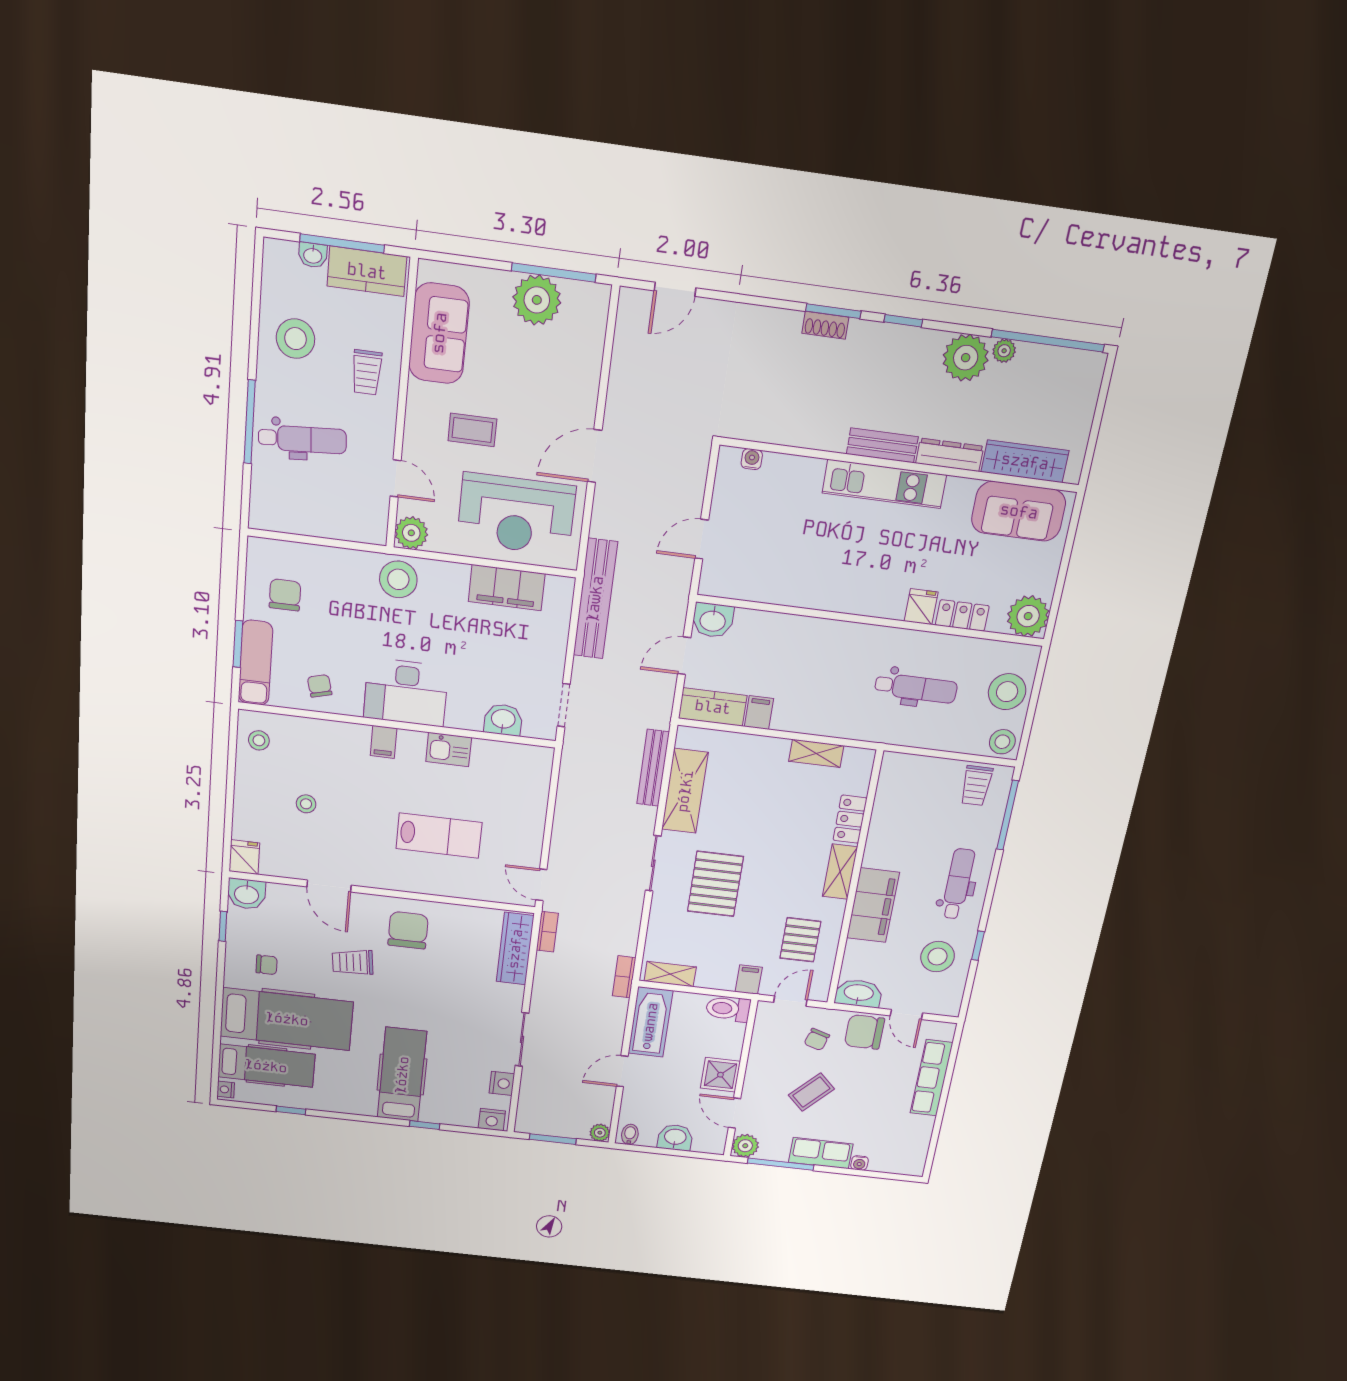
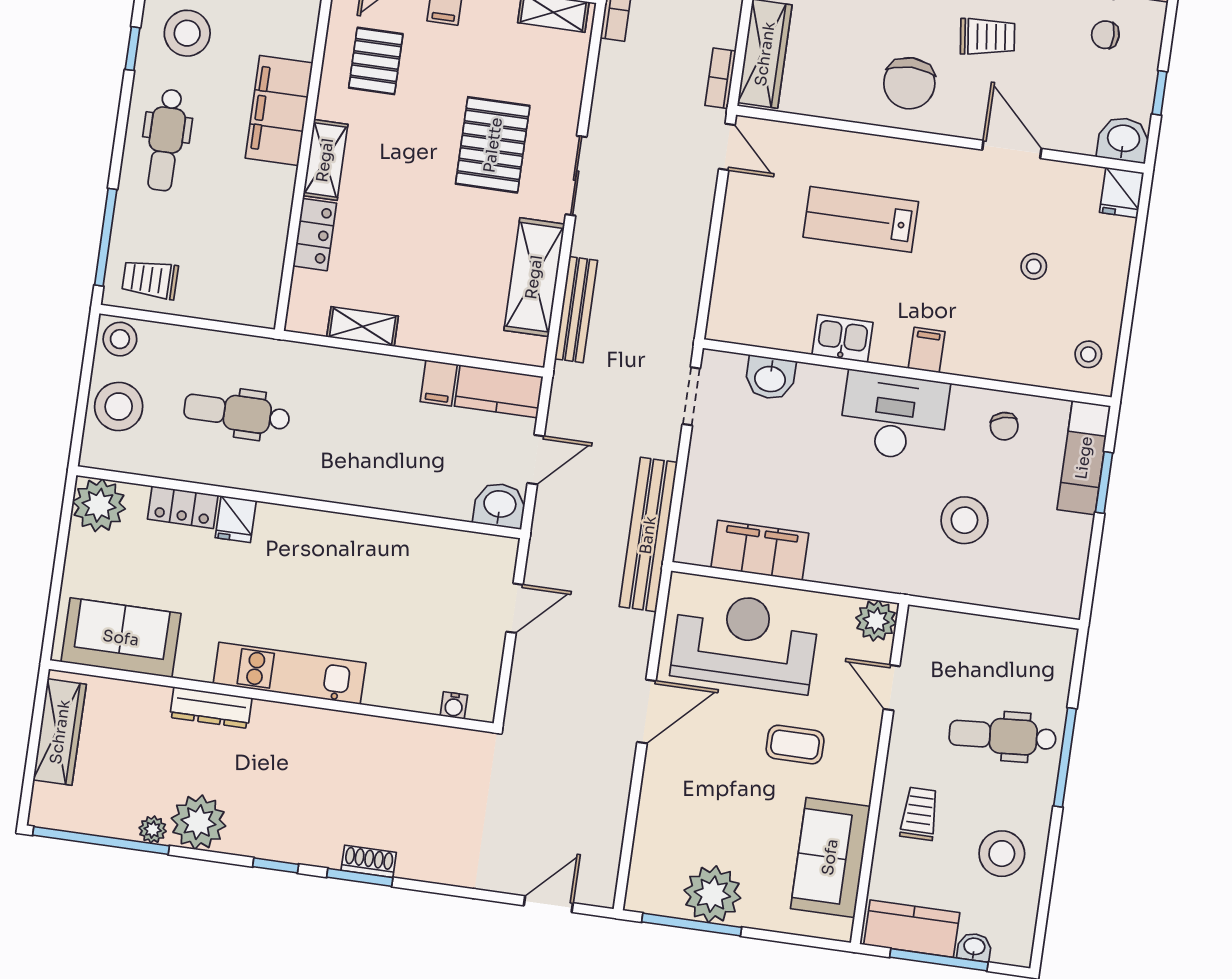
bench: (882, 445) -> (294, 720), removed
wardrobe: (1025, 461) -> (60, 732), moved, turned -90
stool: (398, 579) -> (964, 520), moved
chair: (285, 595) -> (1039, 545), removed
trolley: (976, 786) -> (150, 279), turned -90

